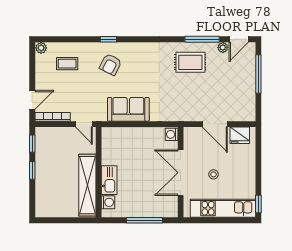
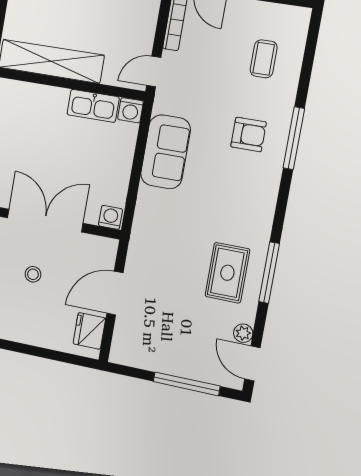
window: (108, 39) -> (294, 138), width x2.17
window: (202, 39) -> (269, 273), moved
plant: (41, 48) -> (300, 17), removed
armchair: (111, 64) -> (249, 134), turned 153
kitchen sink: (109, 180) -> (93, 106), moved
washing machine: (108, 202) -> (130, 110), moved

